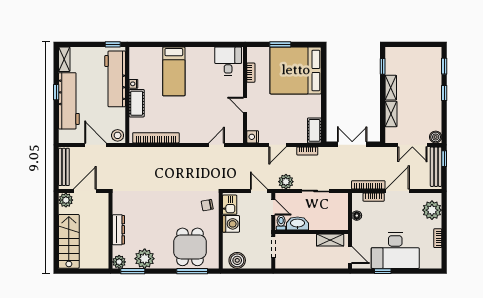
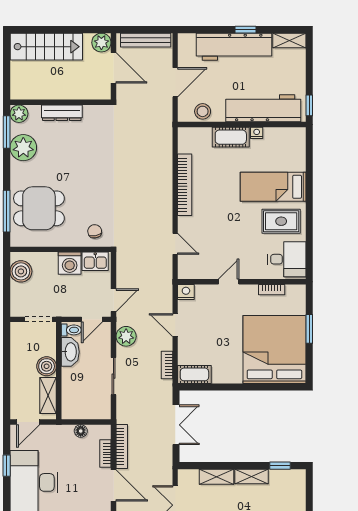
rug: (200, 65) -> (281, 221), added
stool: (118, 135) -> (203, 111), moved
bookcase: (156, 138) -> (185, 185), moved
boiler: (308, 241) -> (47, 366), added

